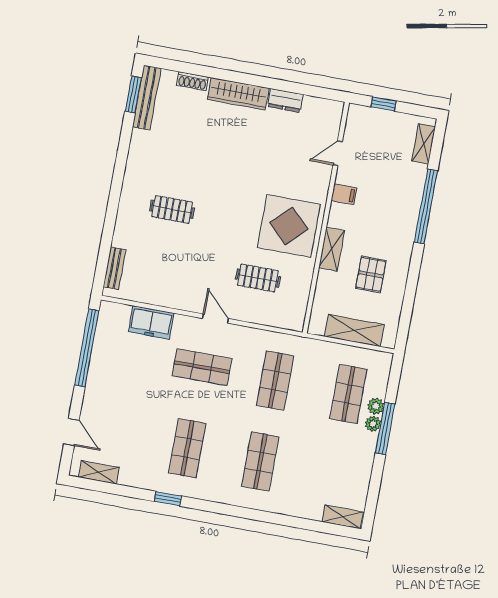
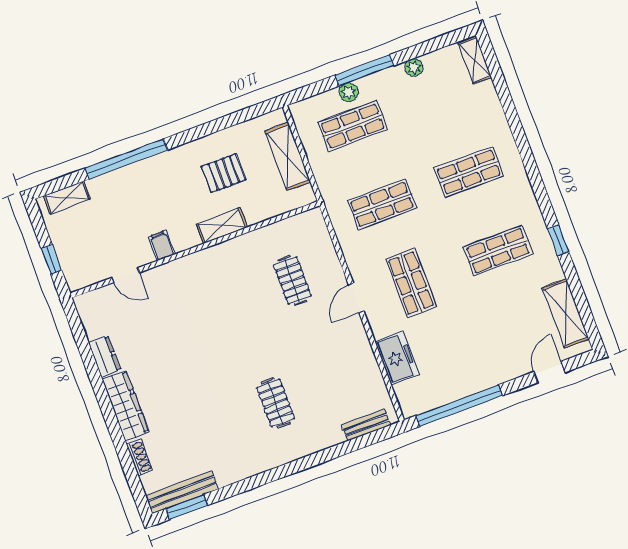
display table: (289, 226) -> (224, 280), removed
plant: (373, 424) -> (414, 67), moved
shelving: (99, 472) -> (566, 313), width x1.50, depth x1.33

